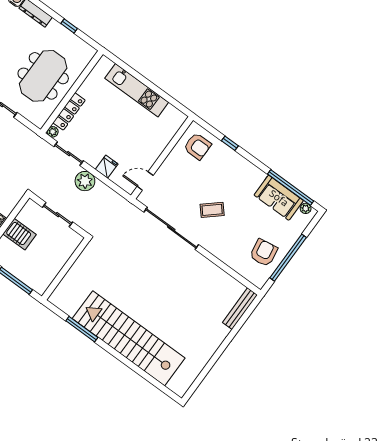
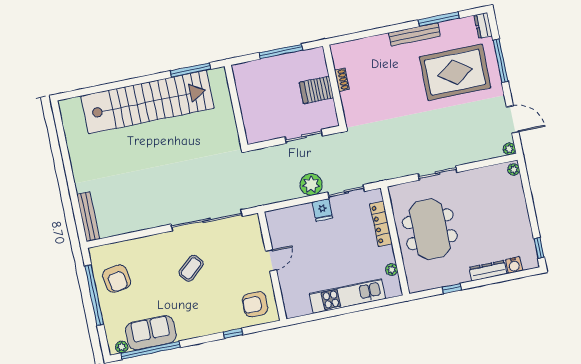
plant: (53, 132) -> (392, 270), moved
fridge: (107, 167) -> (322, 210), moved
door: (145, 181) -> (271, 260), moved
wall: (65, 269) -> (236, 105), moved

